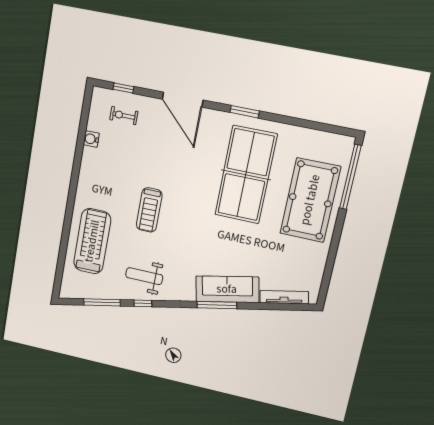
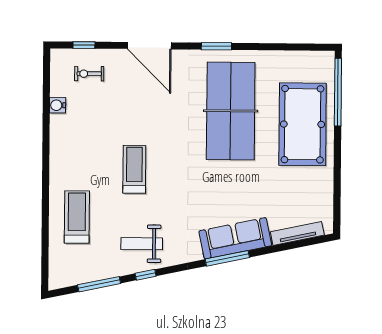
treadmill: (149, 210) -> (134, 169), turned 180
treadmill: (92, 241) -> (77, 217), width x0.73, depth x0.73

